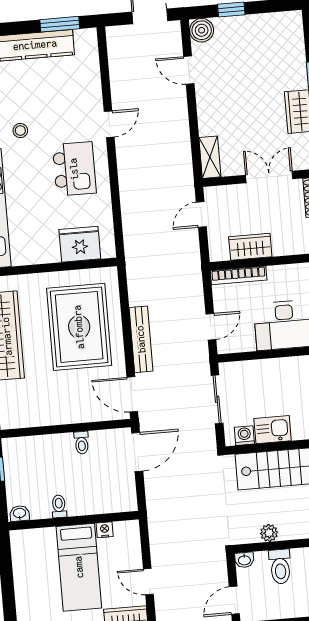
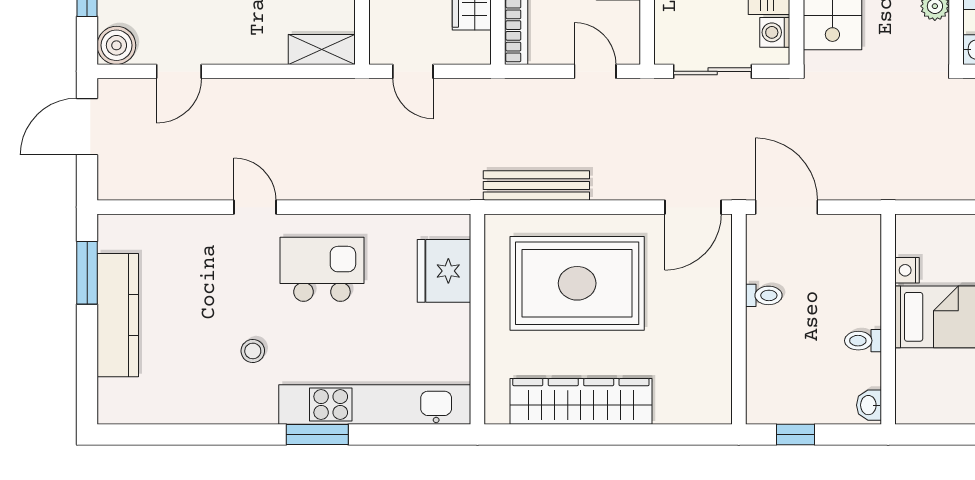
bench: (141, 339) -> (536, 185), moved

